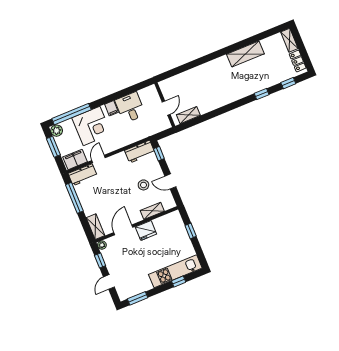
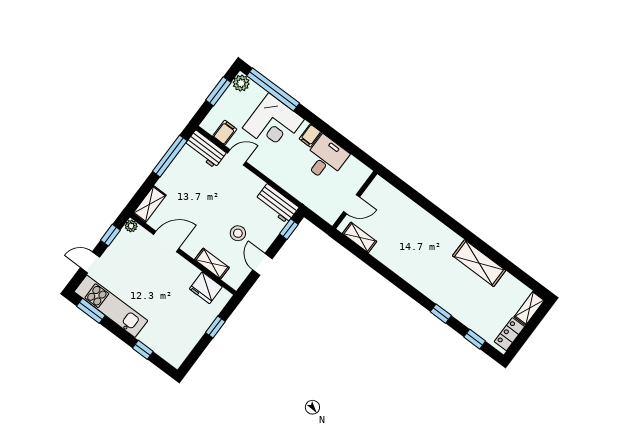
filing cabinet: (75, 159) -> (225, 133), width x0.50
fridge: (146, 230) -> (206, 288), moved
kitchen unit: (175, 271) -> (111, 306), moved

